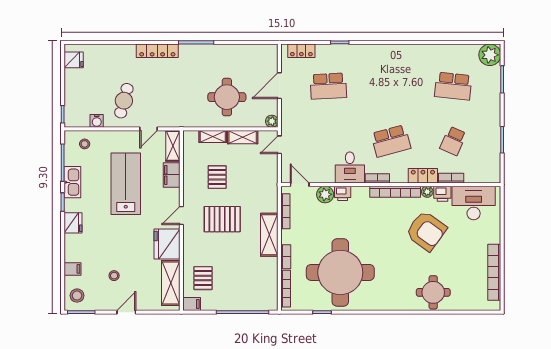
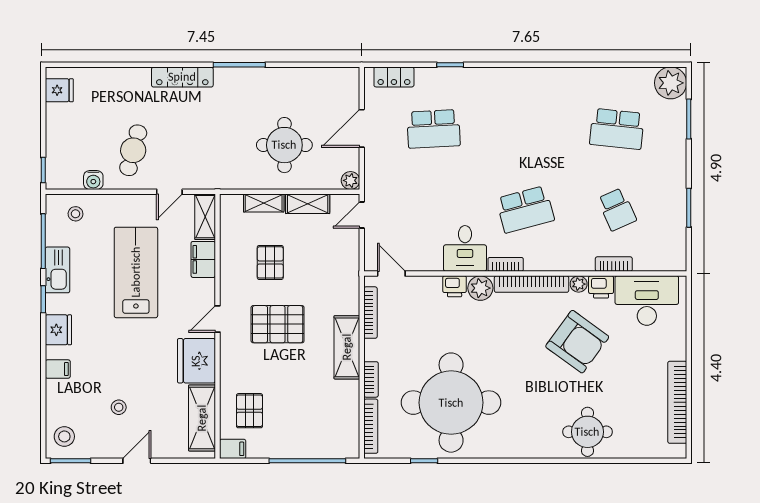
school desk: (453, 141) -> (617, 209), turned -48
locker: (423, 176) -> (572, 261), removed
plant: (325, 194) -> (480, 288), moved
filing cabinet: (73, 269) -> (58, 369), moved

